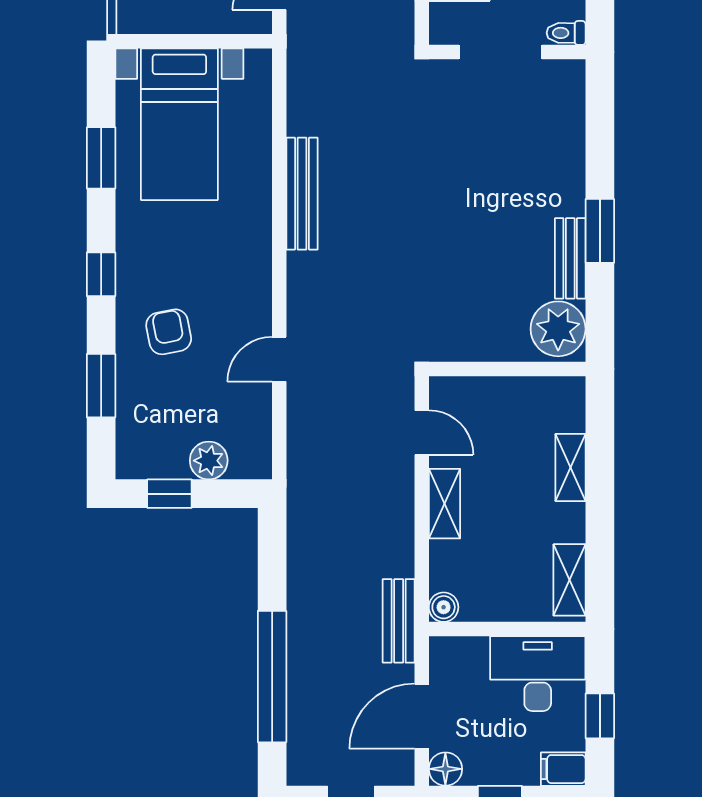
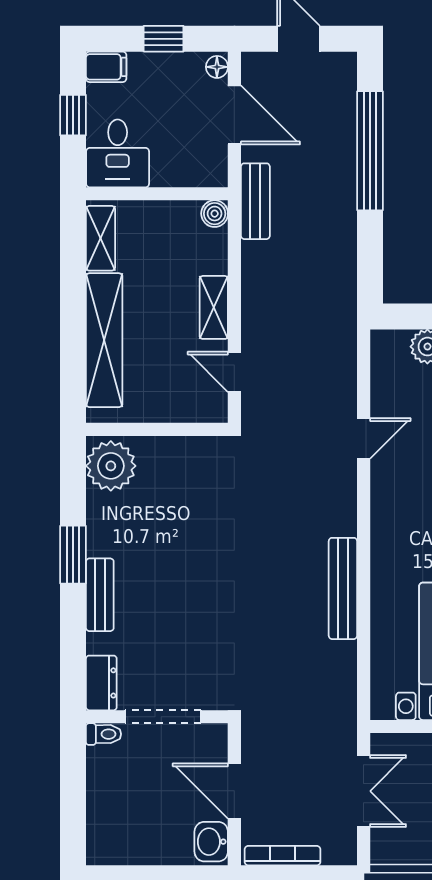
dresser: (569, 89) -> (101, 683), added
bench: (570, 258) -> (100, 595), moved
shelving: (570, 468) -> (104, 340), width x2.20, depth x1.33
desk: (538, 674) -> (118, 153), width x0.73
door: (422, 716) -> (234, 115), hinge flipped
floor lamp: (445, 769) -> (217, 67), width x0.73, depth x0.73

